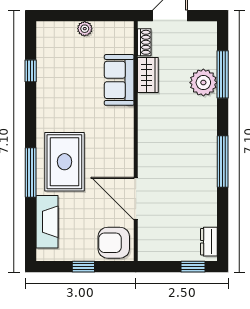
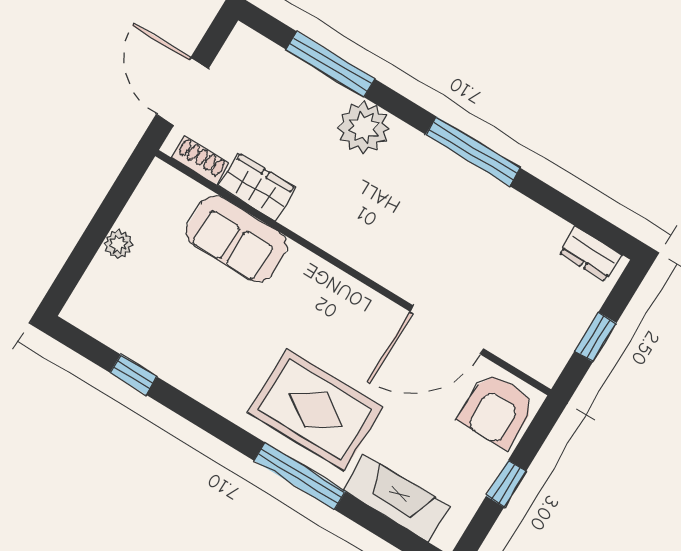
plant: (203, 83) -> (363, 127), moved
window: (193, 267) -> (596, 337), moved

